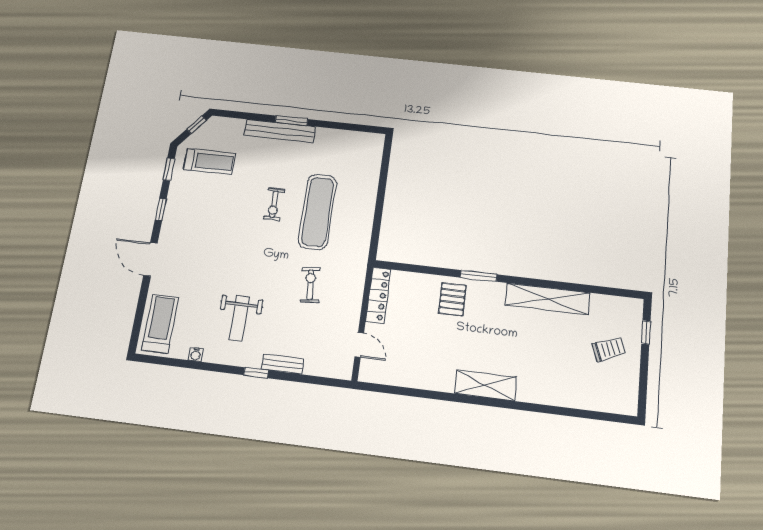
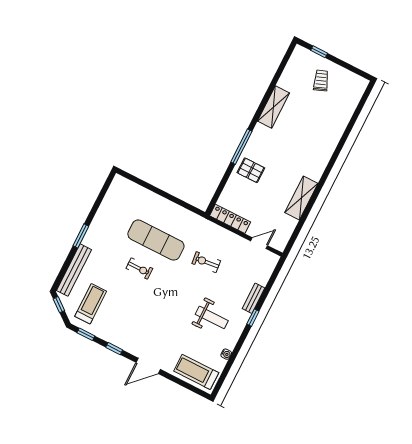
bench: (280, 131) -> (74, 270), moved
window: (479, 276) -> (241, 147), width x1.44
shelving: (547, 299) -> (274, 107), width x0.68
shelving: (485, 385) -> (301, 198), moved

